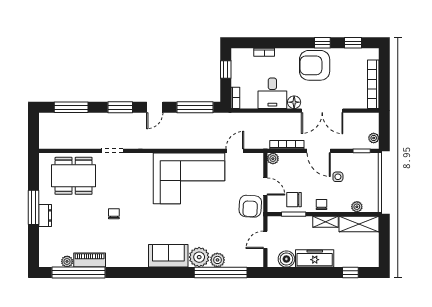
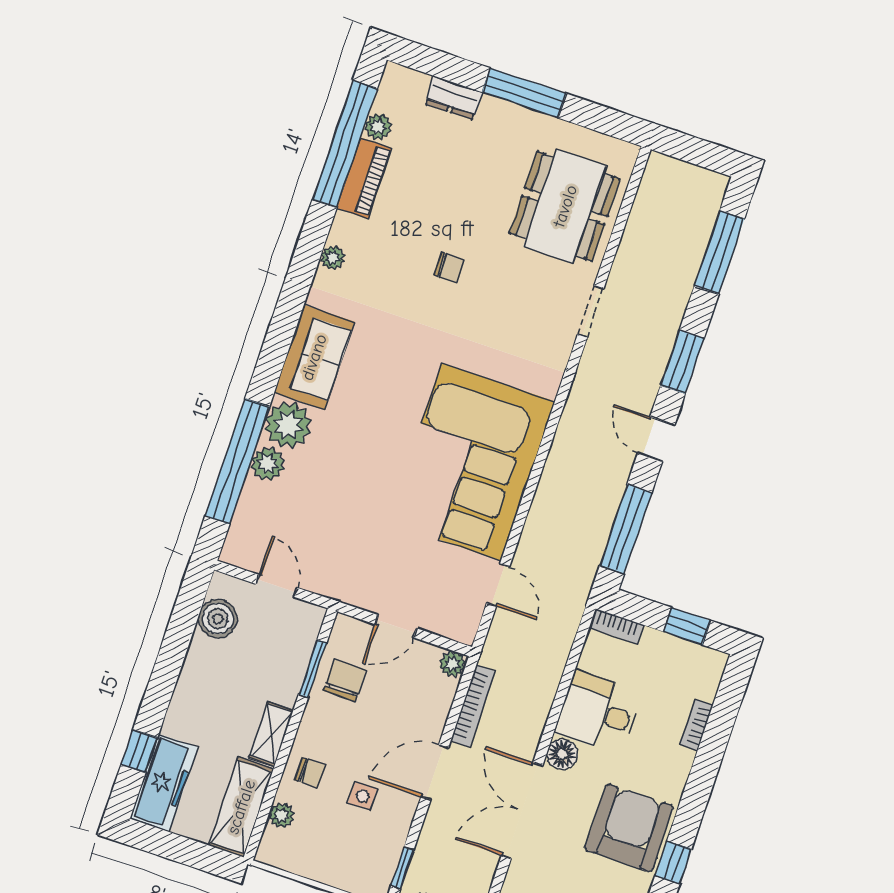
chair: (322, 205) -> (310, 773), moved
armchair: (250, 206) -> (363, 578), removed
dresser: (45, 215) -> (454, 98), moved
freezer: (315, 258) -> (164, 783), moved
plant: (126, 262) -> (333, 258), added

